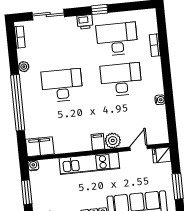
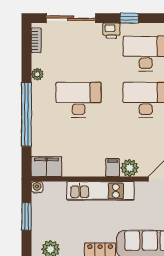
sliding door: (48, 15) -> (71, 18), width x1.37

